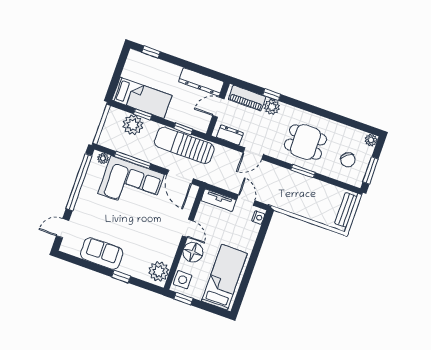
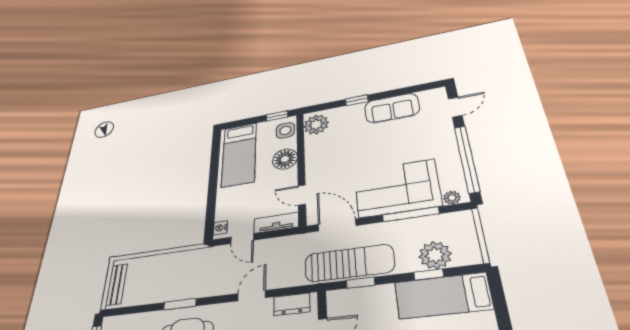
door: (188, 228) -> (302, 195), moved

